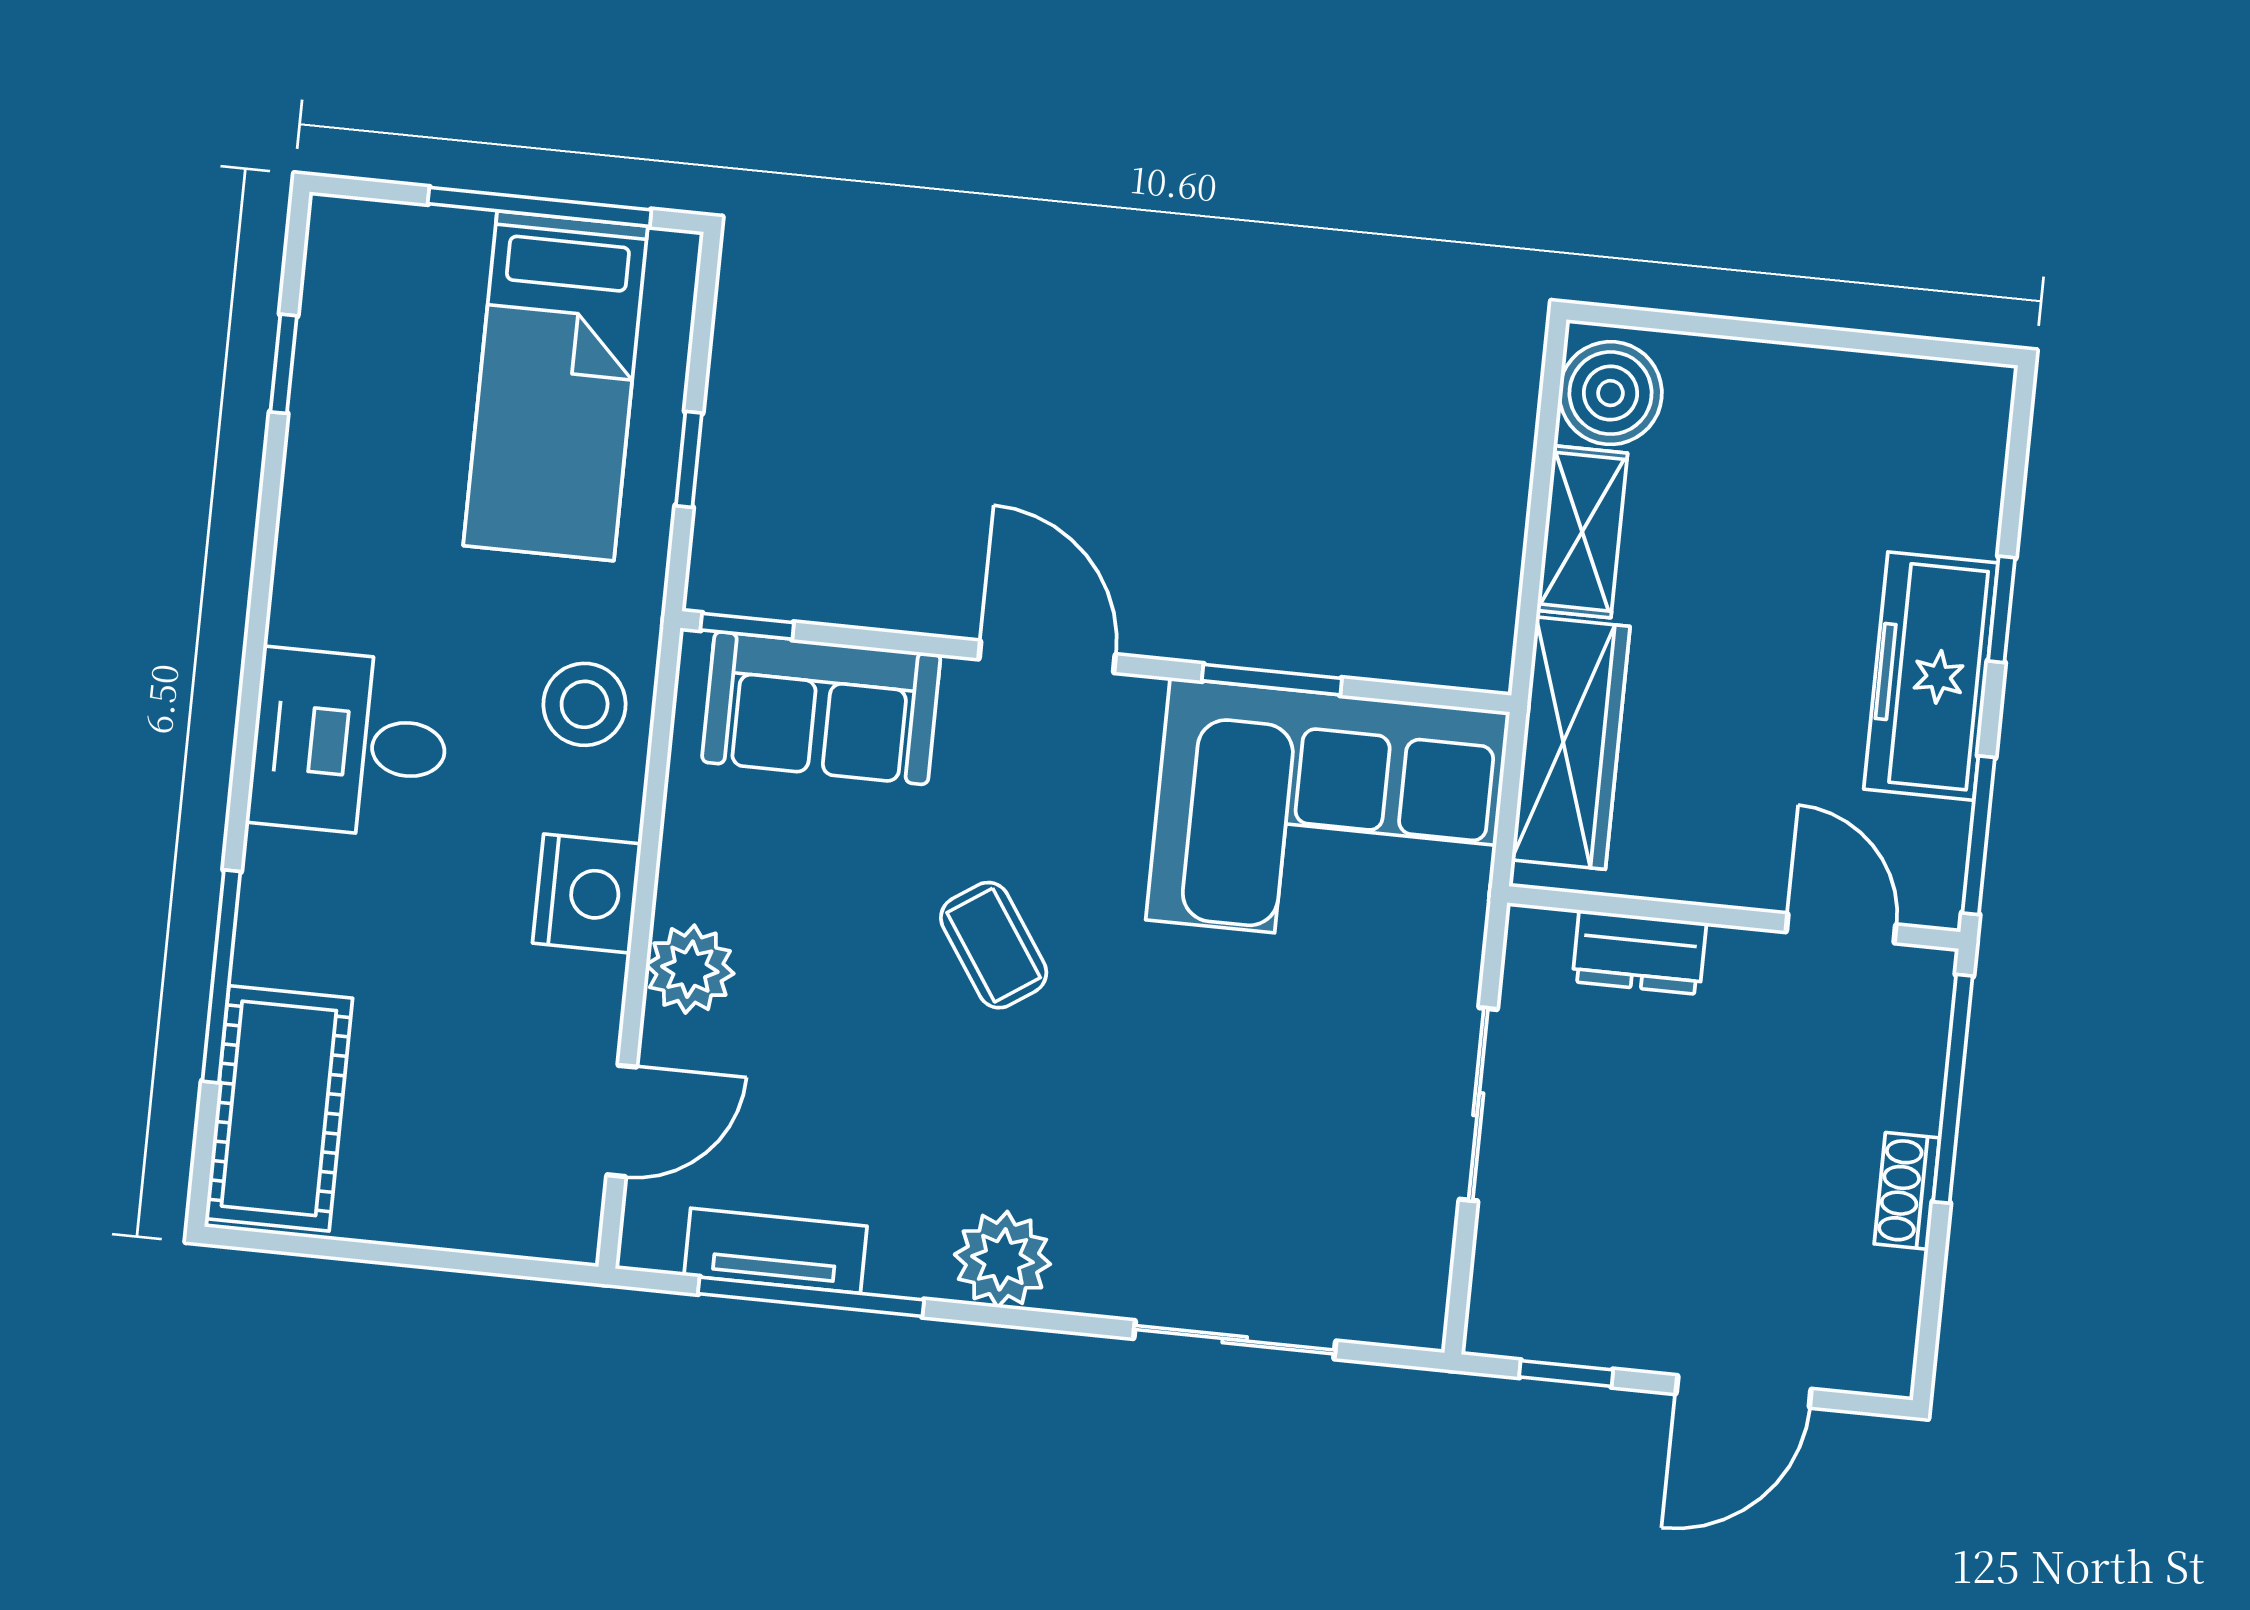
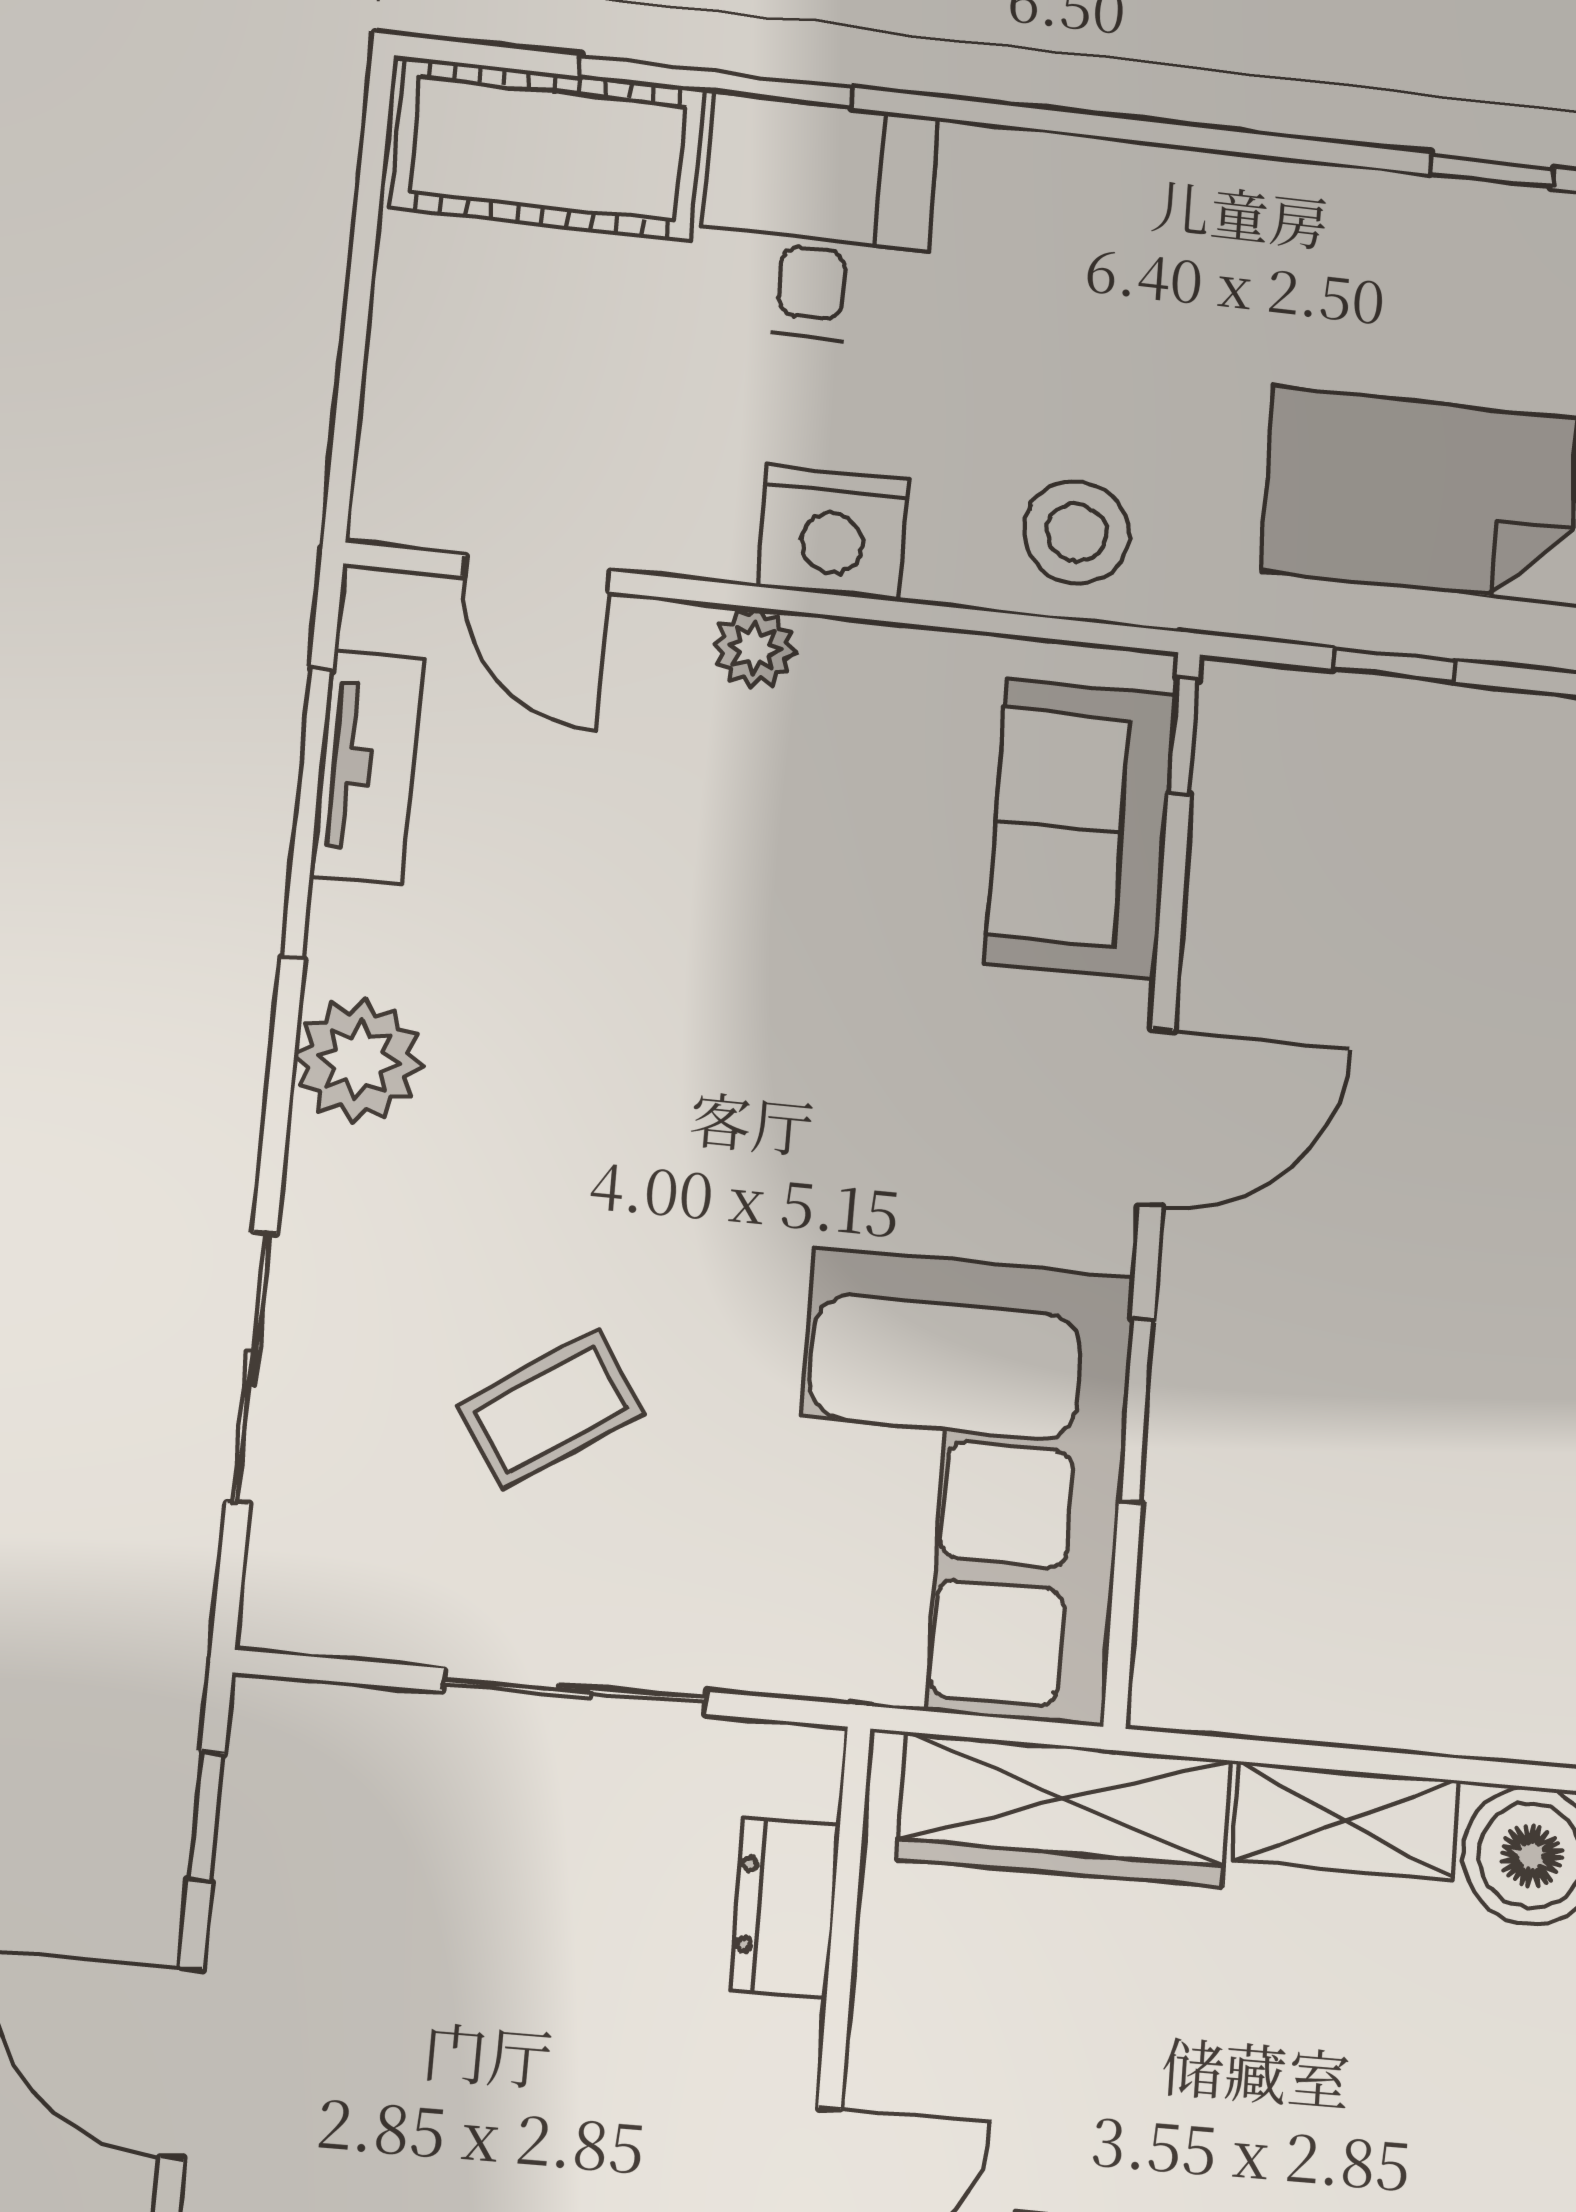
desk: (349, 744) -> (817, 220), moved
coffee table: (994, 945) -> (551, 1409), moved
plant: (690, 969) -> (754, 648), width x0.73, depth x0.73

